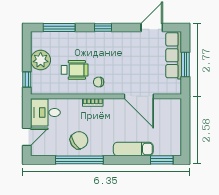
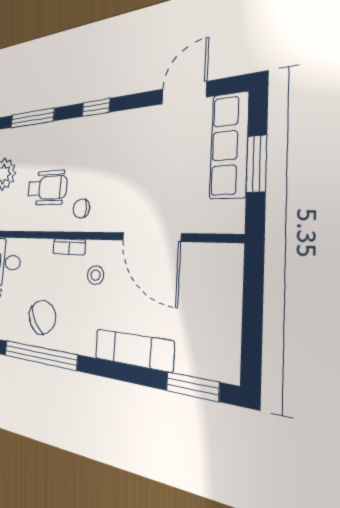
stool: (110, 116) -> (96, 275), added

